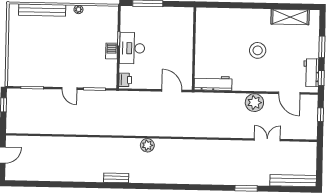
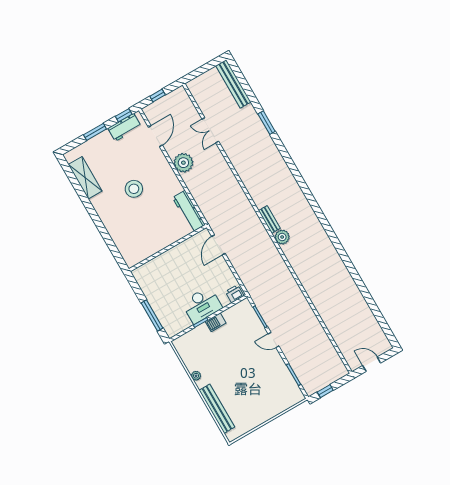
door: (69, 88) -> (274, 340), swing flipped
bench: (116, 178) -> (269, 219), moved

